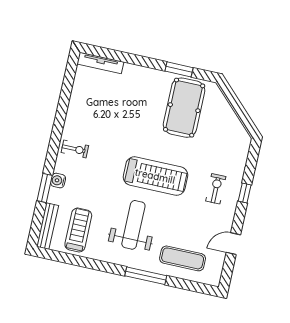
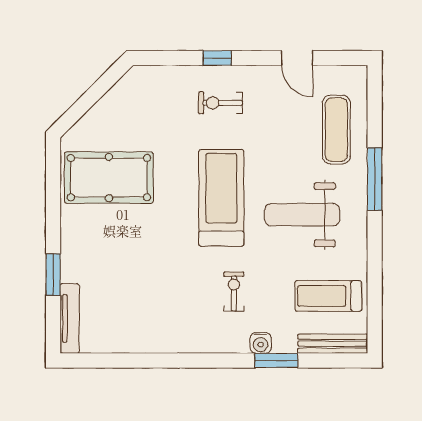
window: (179, 69) -> (53, 275), moved
exercise bike: (75, 149) -> (234, 291), moved

